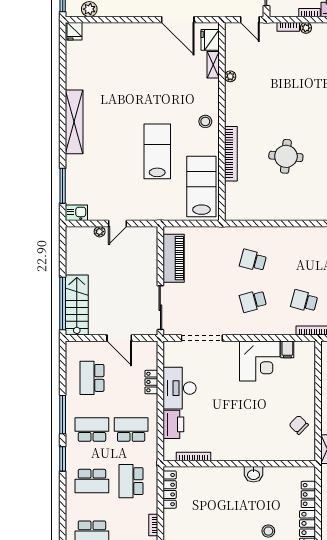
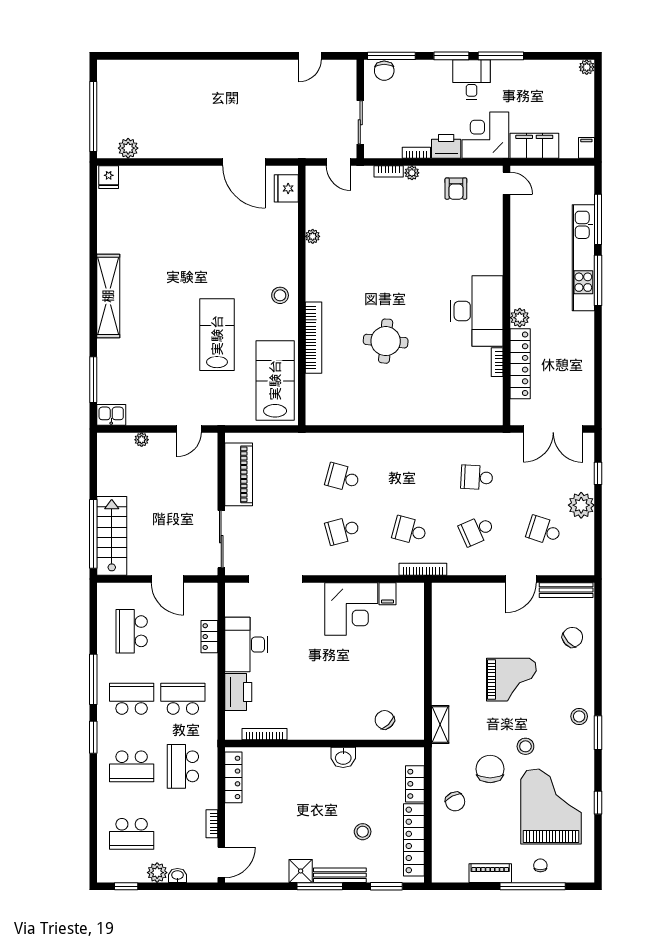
shelving: (213, 65) -> (290, 221), removed
door: (117, 223) -> (189, 429), moved
chair: (299, 425) -> (385, 720), moved

